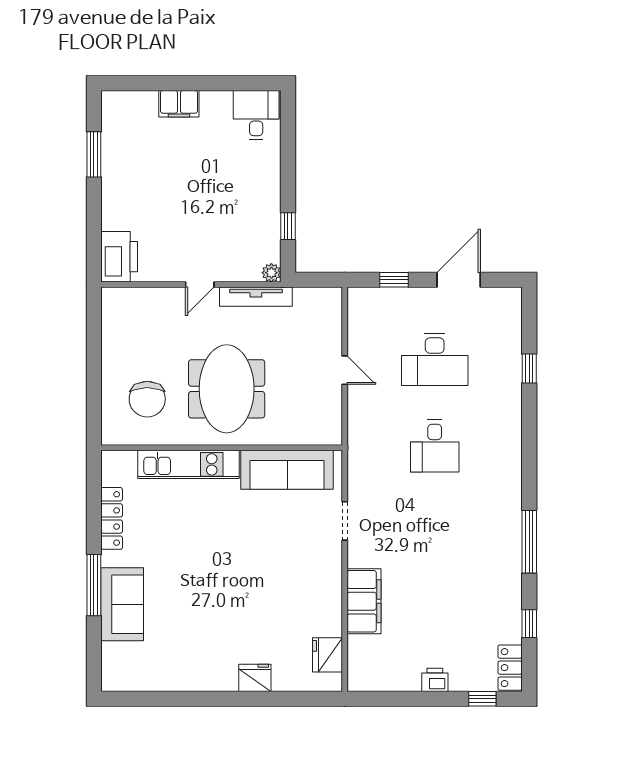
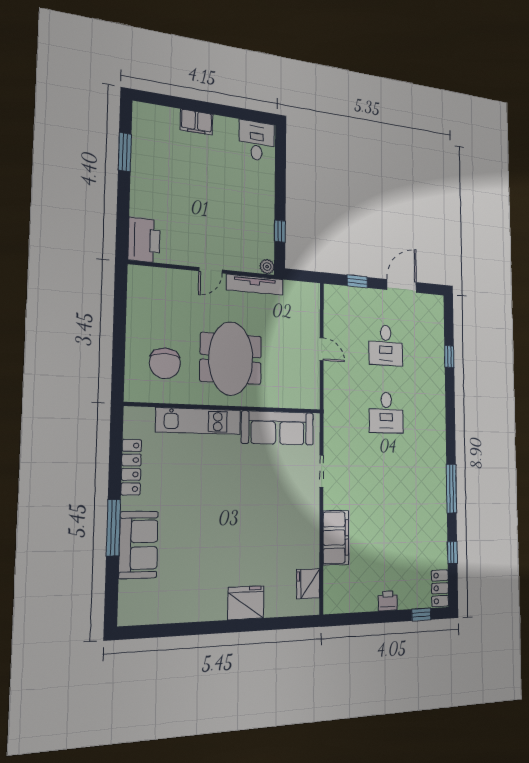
desk: (435, 360) -> (386, 345), width x0.73
fridge: (255, 678) -> (246, 603), width x1.36, depth x1.34

